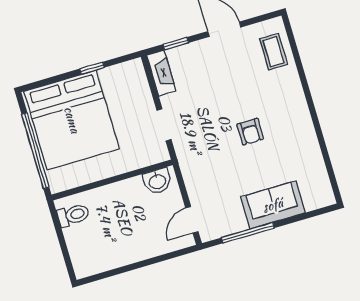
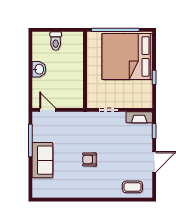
washbasin: (157, 181) -> (39, 69), moved, turned 180
toilet: (73, 215) -> (56, 41), moved

